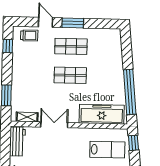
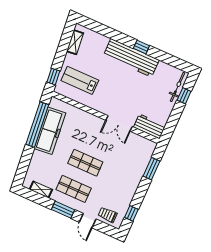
freezer: (102, 114) -> (50, 131), moved, turned -96
shelving: (27, 117) -> (41, 189), moved
workbench: (17, 141) -> (150, 126), moved, turned 90

